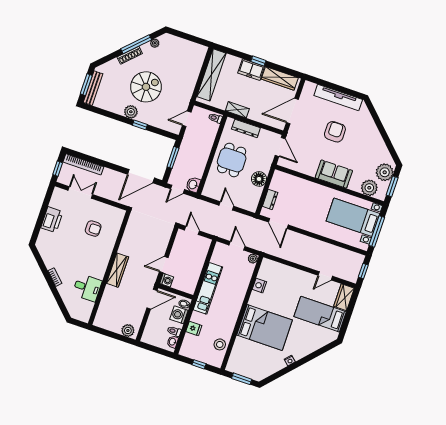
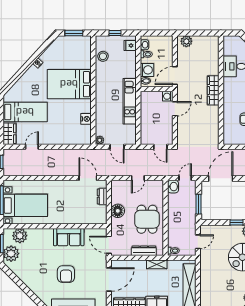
sofa: (334, 174) -> (69, 237), moved
door: (226, 206) -> (138, 178), hinge flipped
fridge: (194, 329) -> (130, 46), moved

